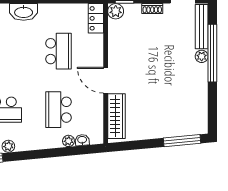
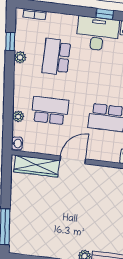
washbasin: (82, 140) -> (17, 143), moved

